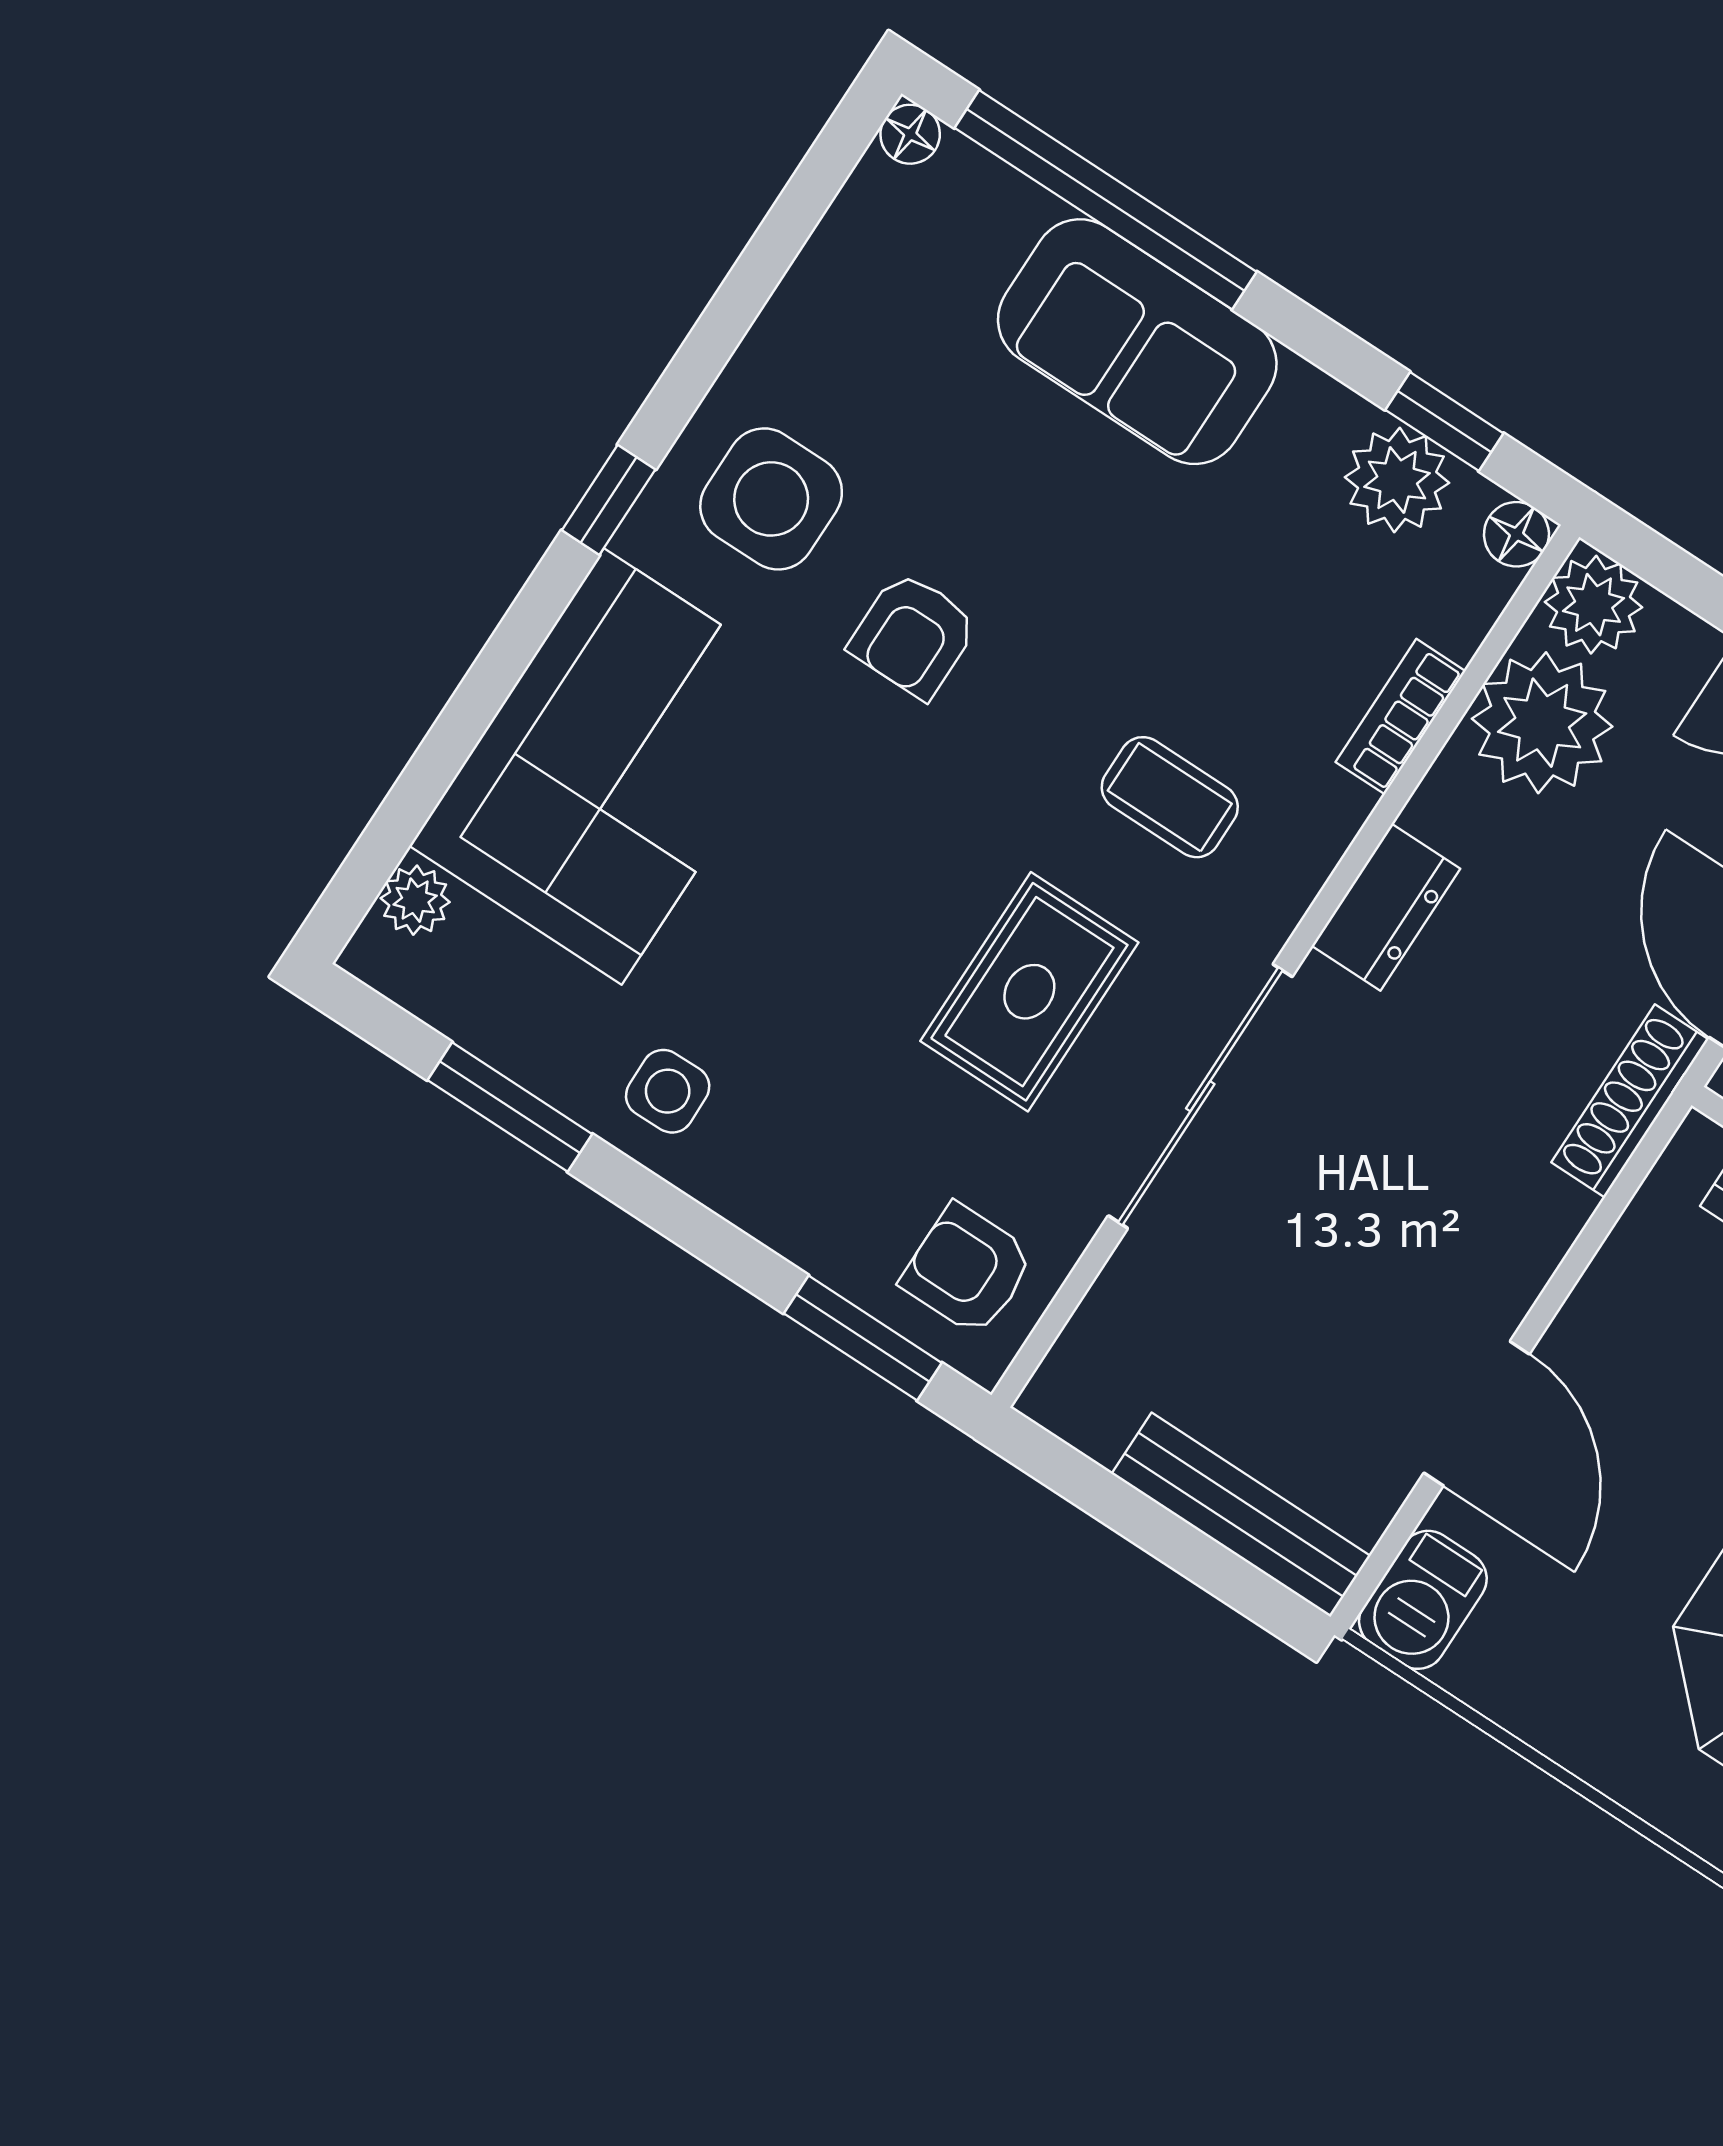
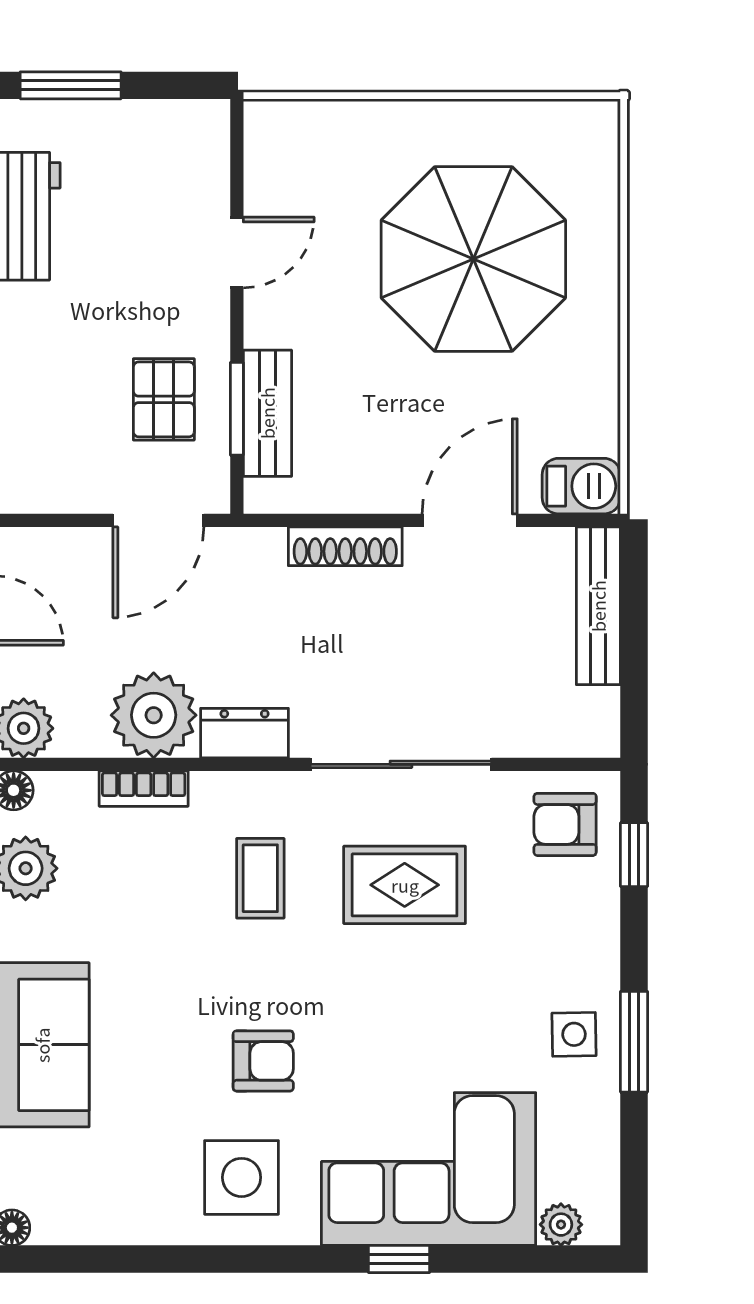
window: (609, 500) -> (399, 1259), moved
plant: (1542, 723) -> (154, 715), moved
shoe rack: (1630, 1101) -> (345, 546), moved
window: (510, 1107) -> (634, 1042), moved
armchair: (967, 1270) -> (565, 824), turned 90
window: (863, 1338) -> (634, 855), width x0.67

